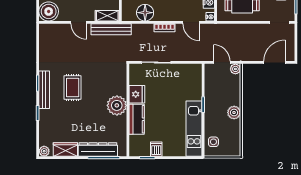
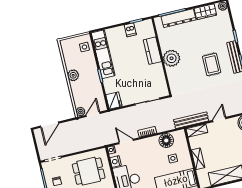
door: (79, 22) -> (219, 119), hinge flipped
door: (222, 62) -> (93, 114), swing flipped
fridge: (137, 94) -> (114, 100), moved, turned 180

